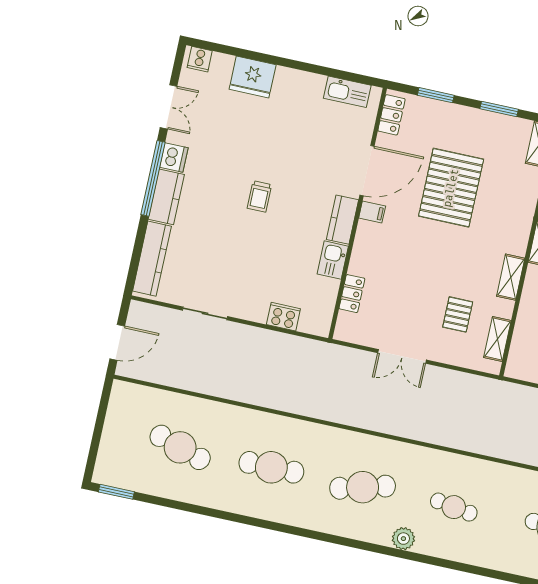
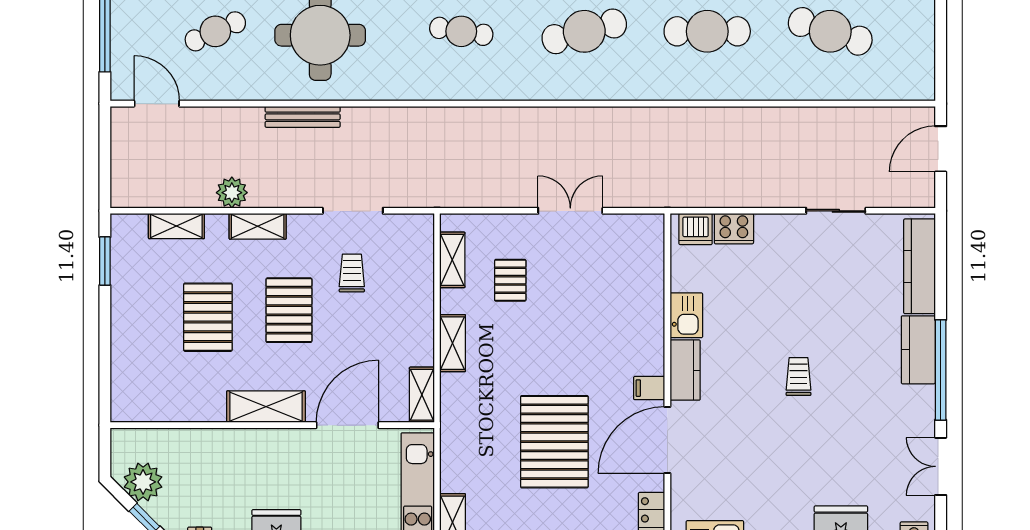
dishwasher: (174, 158) -> (696, 229), moved, turned -90
locker: (352, 294) -> (652, 278), removed

